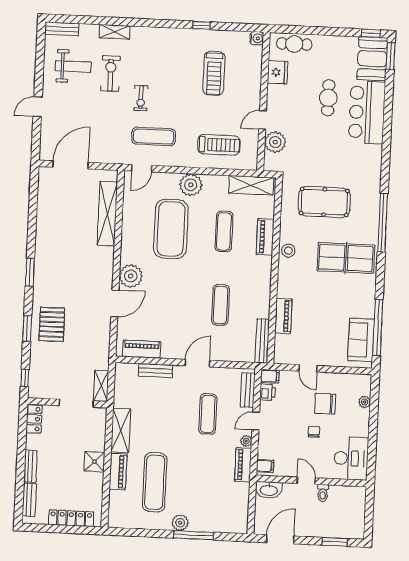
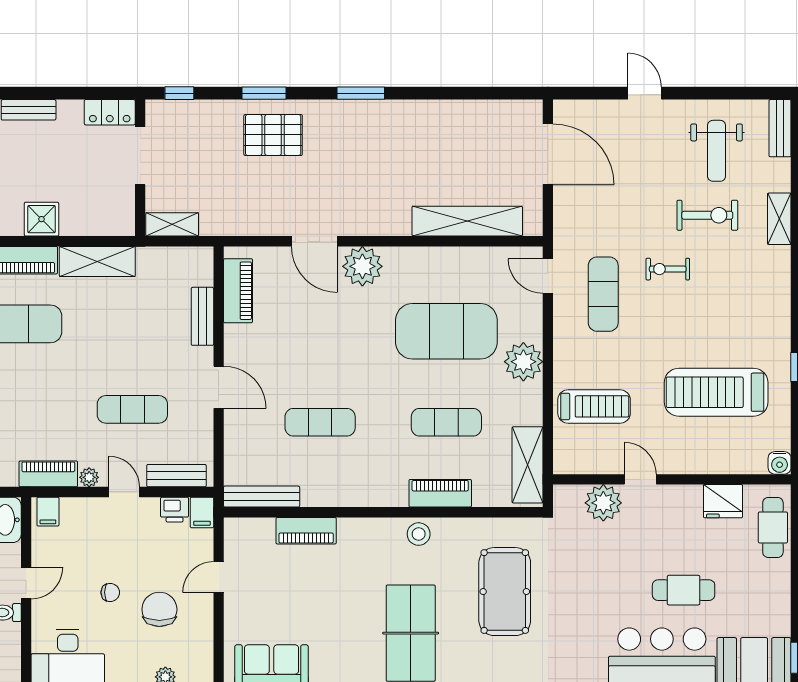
treadmill: (214, 73) -> (716, 392), width x1.37, depth x1.38
treadmill: (219, 145) -> (594, 406), turned -90
doorway: (76, 403) -> (140, 156), moved

